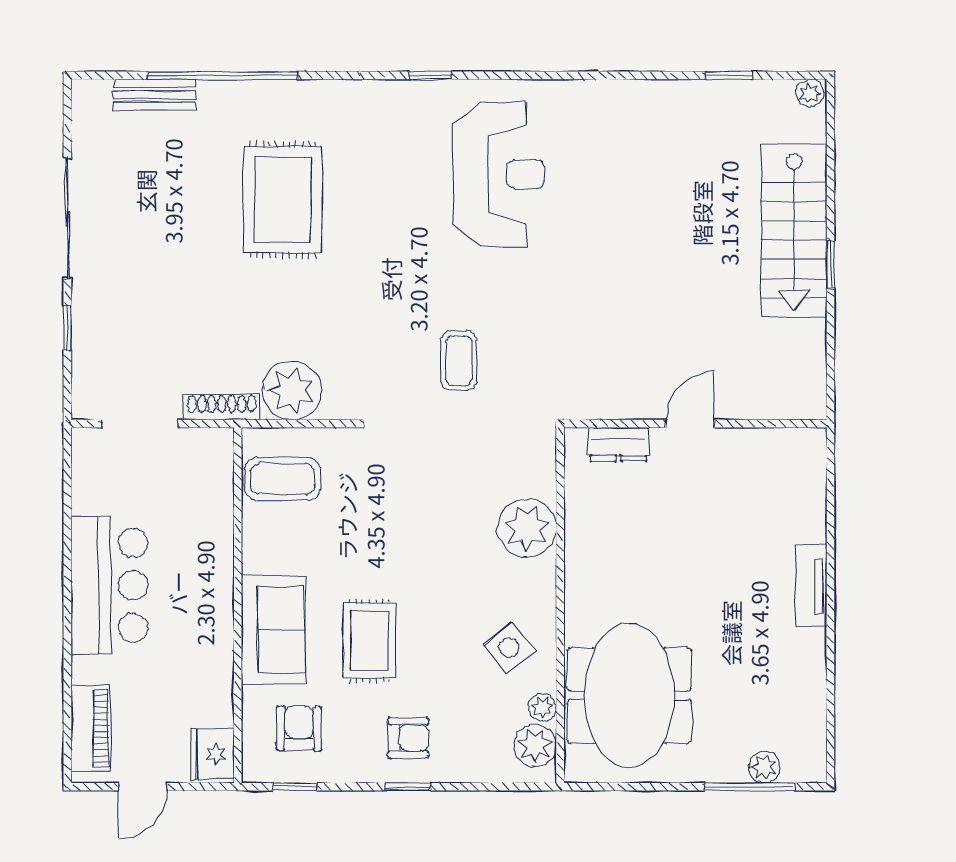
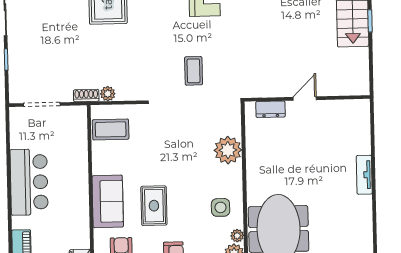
plant: (292, 390) -> (108, 94), width x0.53, depth x0.53
shoe rack: (222, 407) -> (86, 96), width x0.70
side table: (509, 648) -> (221, 207), turned 38

